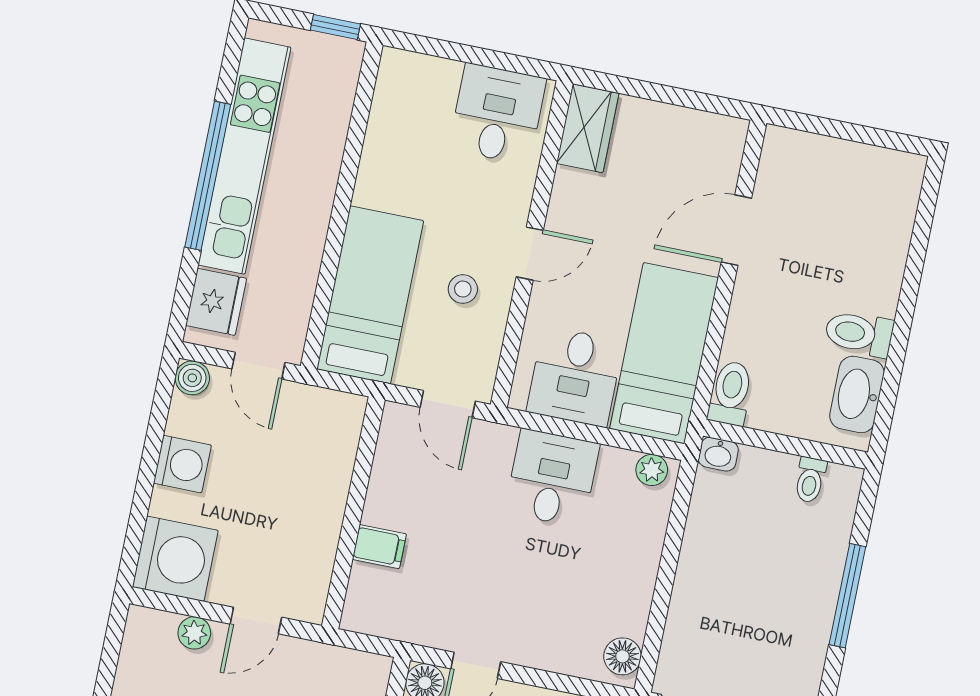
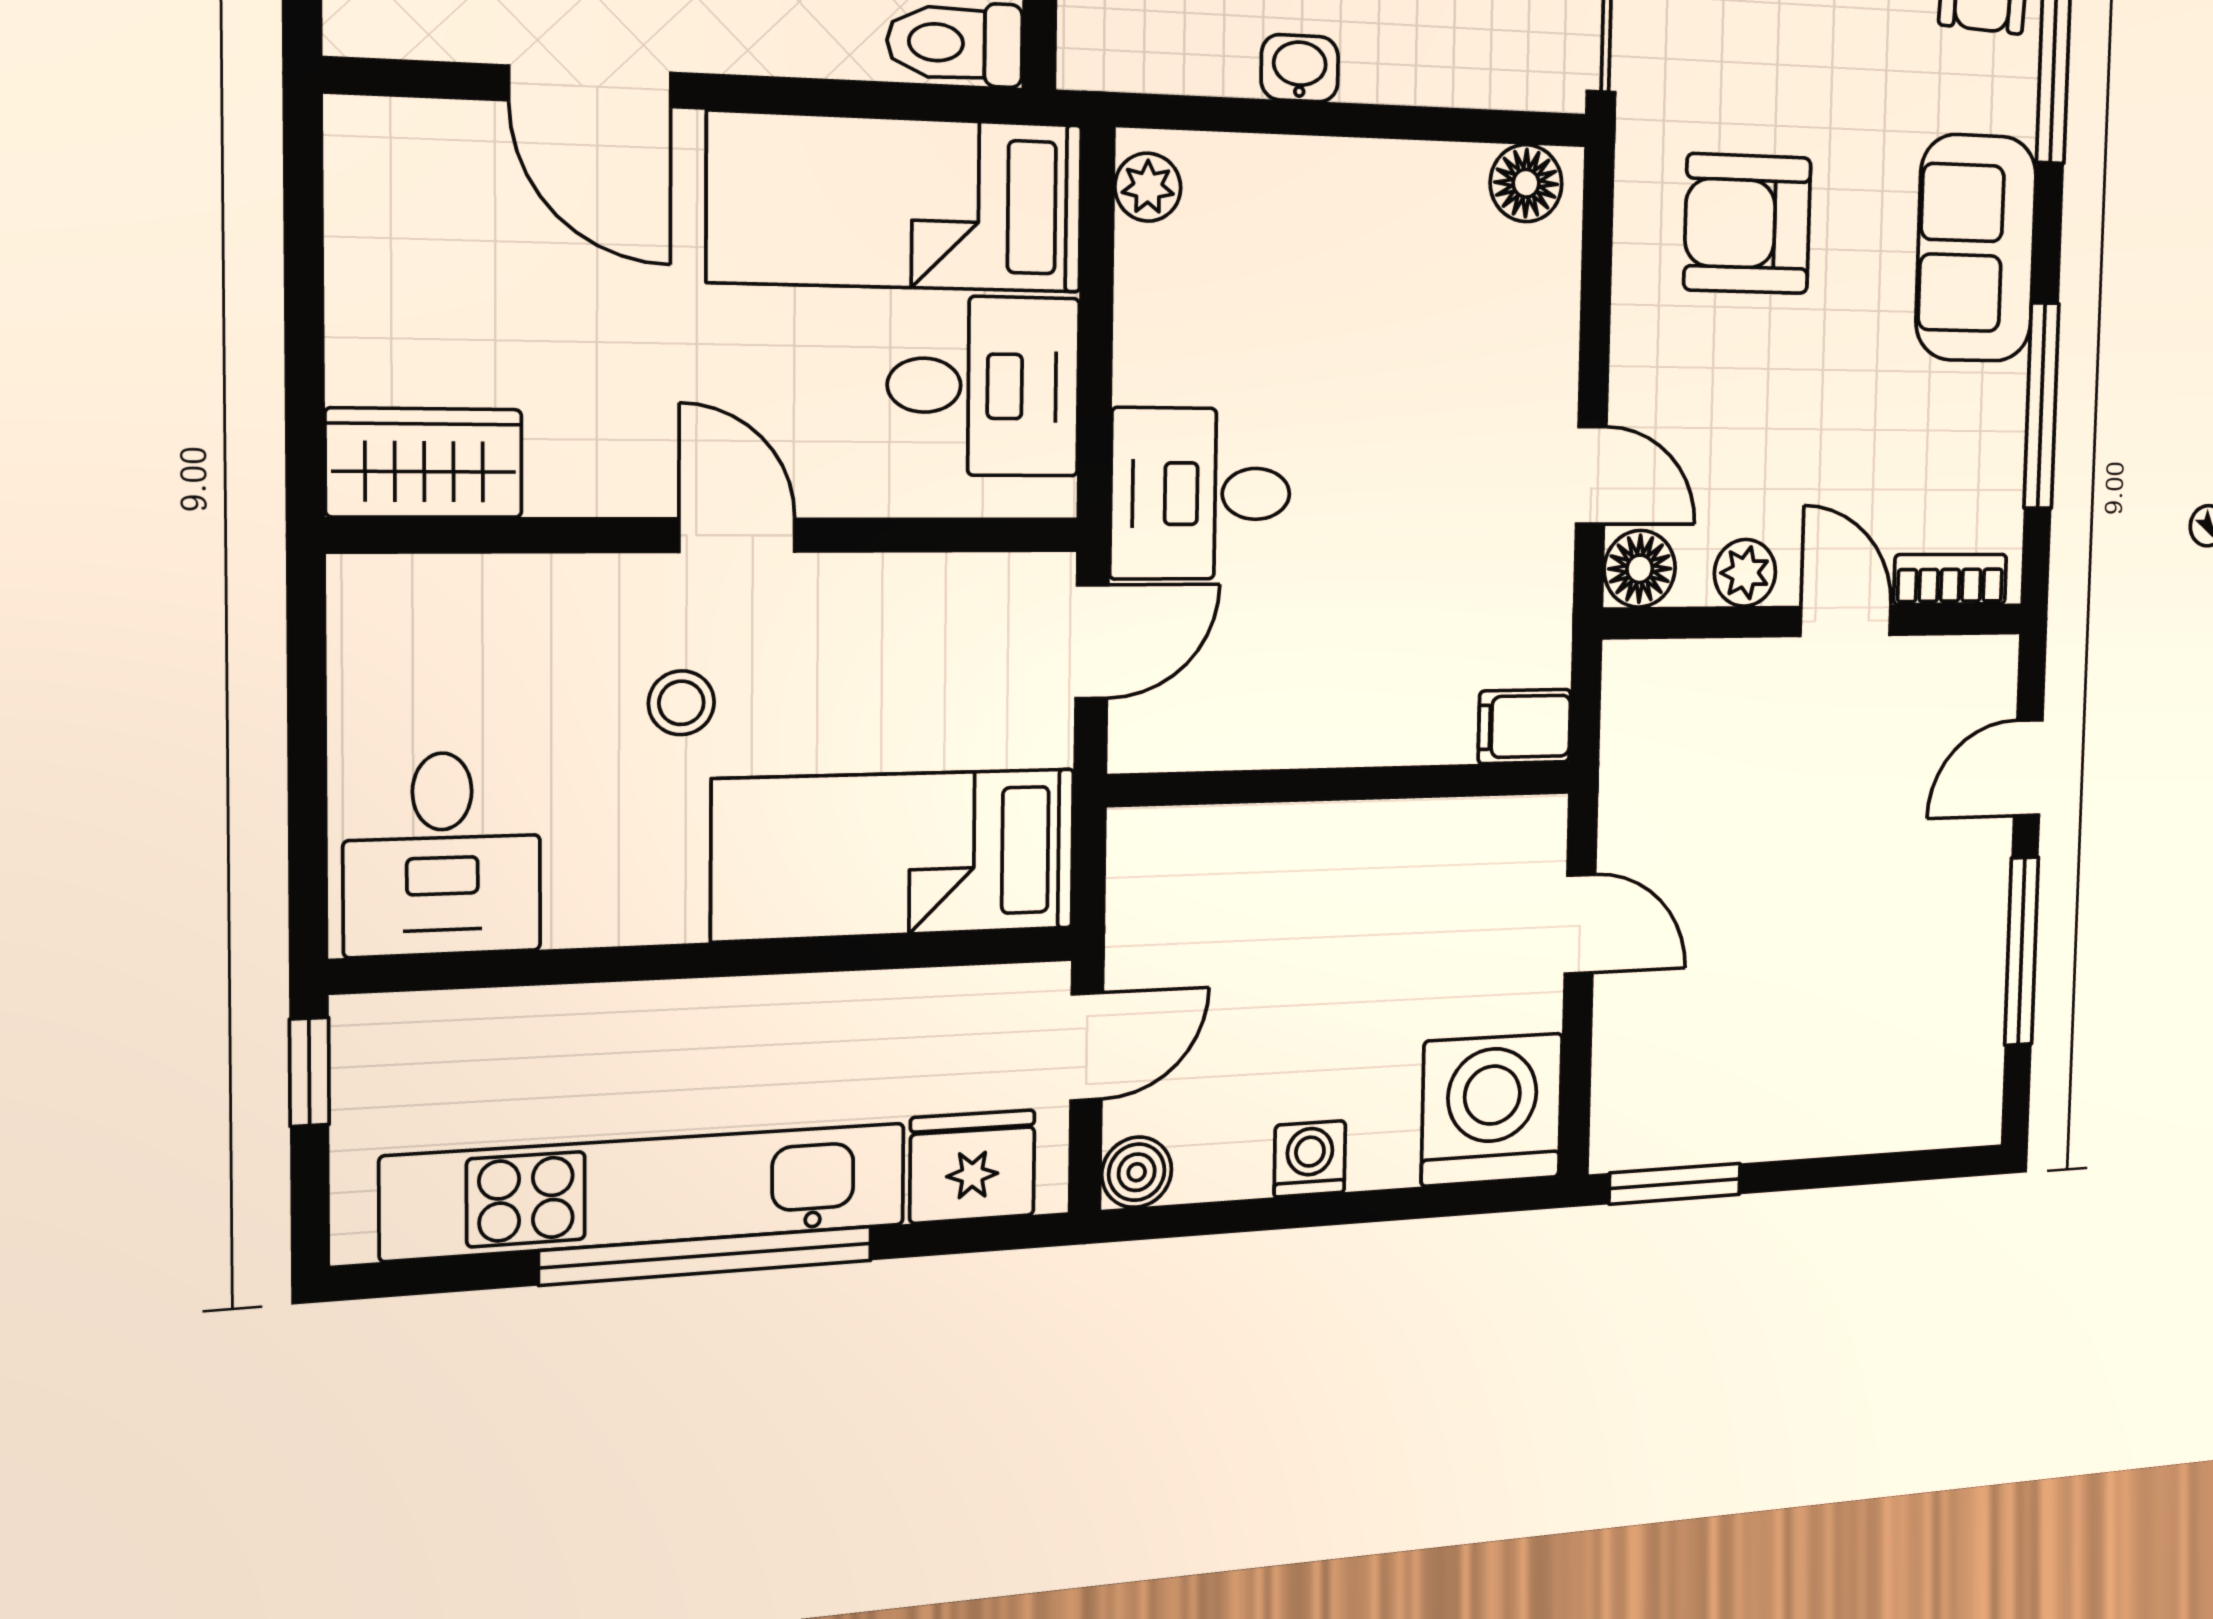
desk: (497, 114) -> (442, 854), moved, turned -90
stool: (463, 289) -> (681, 703), moved
washbasin: (718, 454) -> (1300, 68), moved, turned -90
washing machine: (182, 464) -> (1310, 1159), width x0.73, depth x0.73
desk: (552, 478) -> (1201, 494), moved
filing cabinet: (379, 547) -> (1525, 726), moved, turned -90
plant: (194, 633) -> (1622, 1036), removed
window: (112, 648) -> (1675, 1184), added

